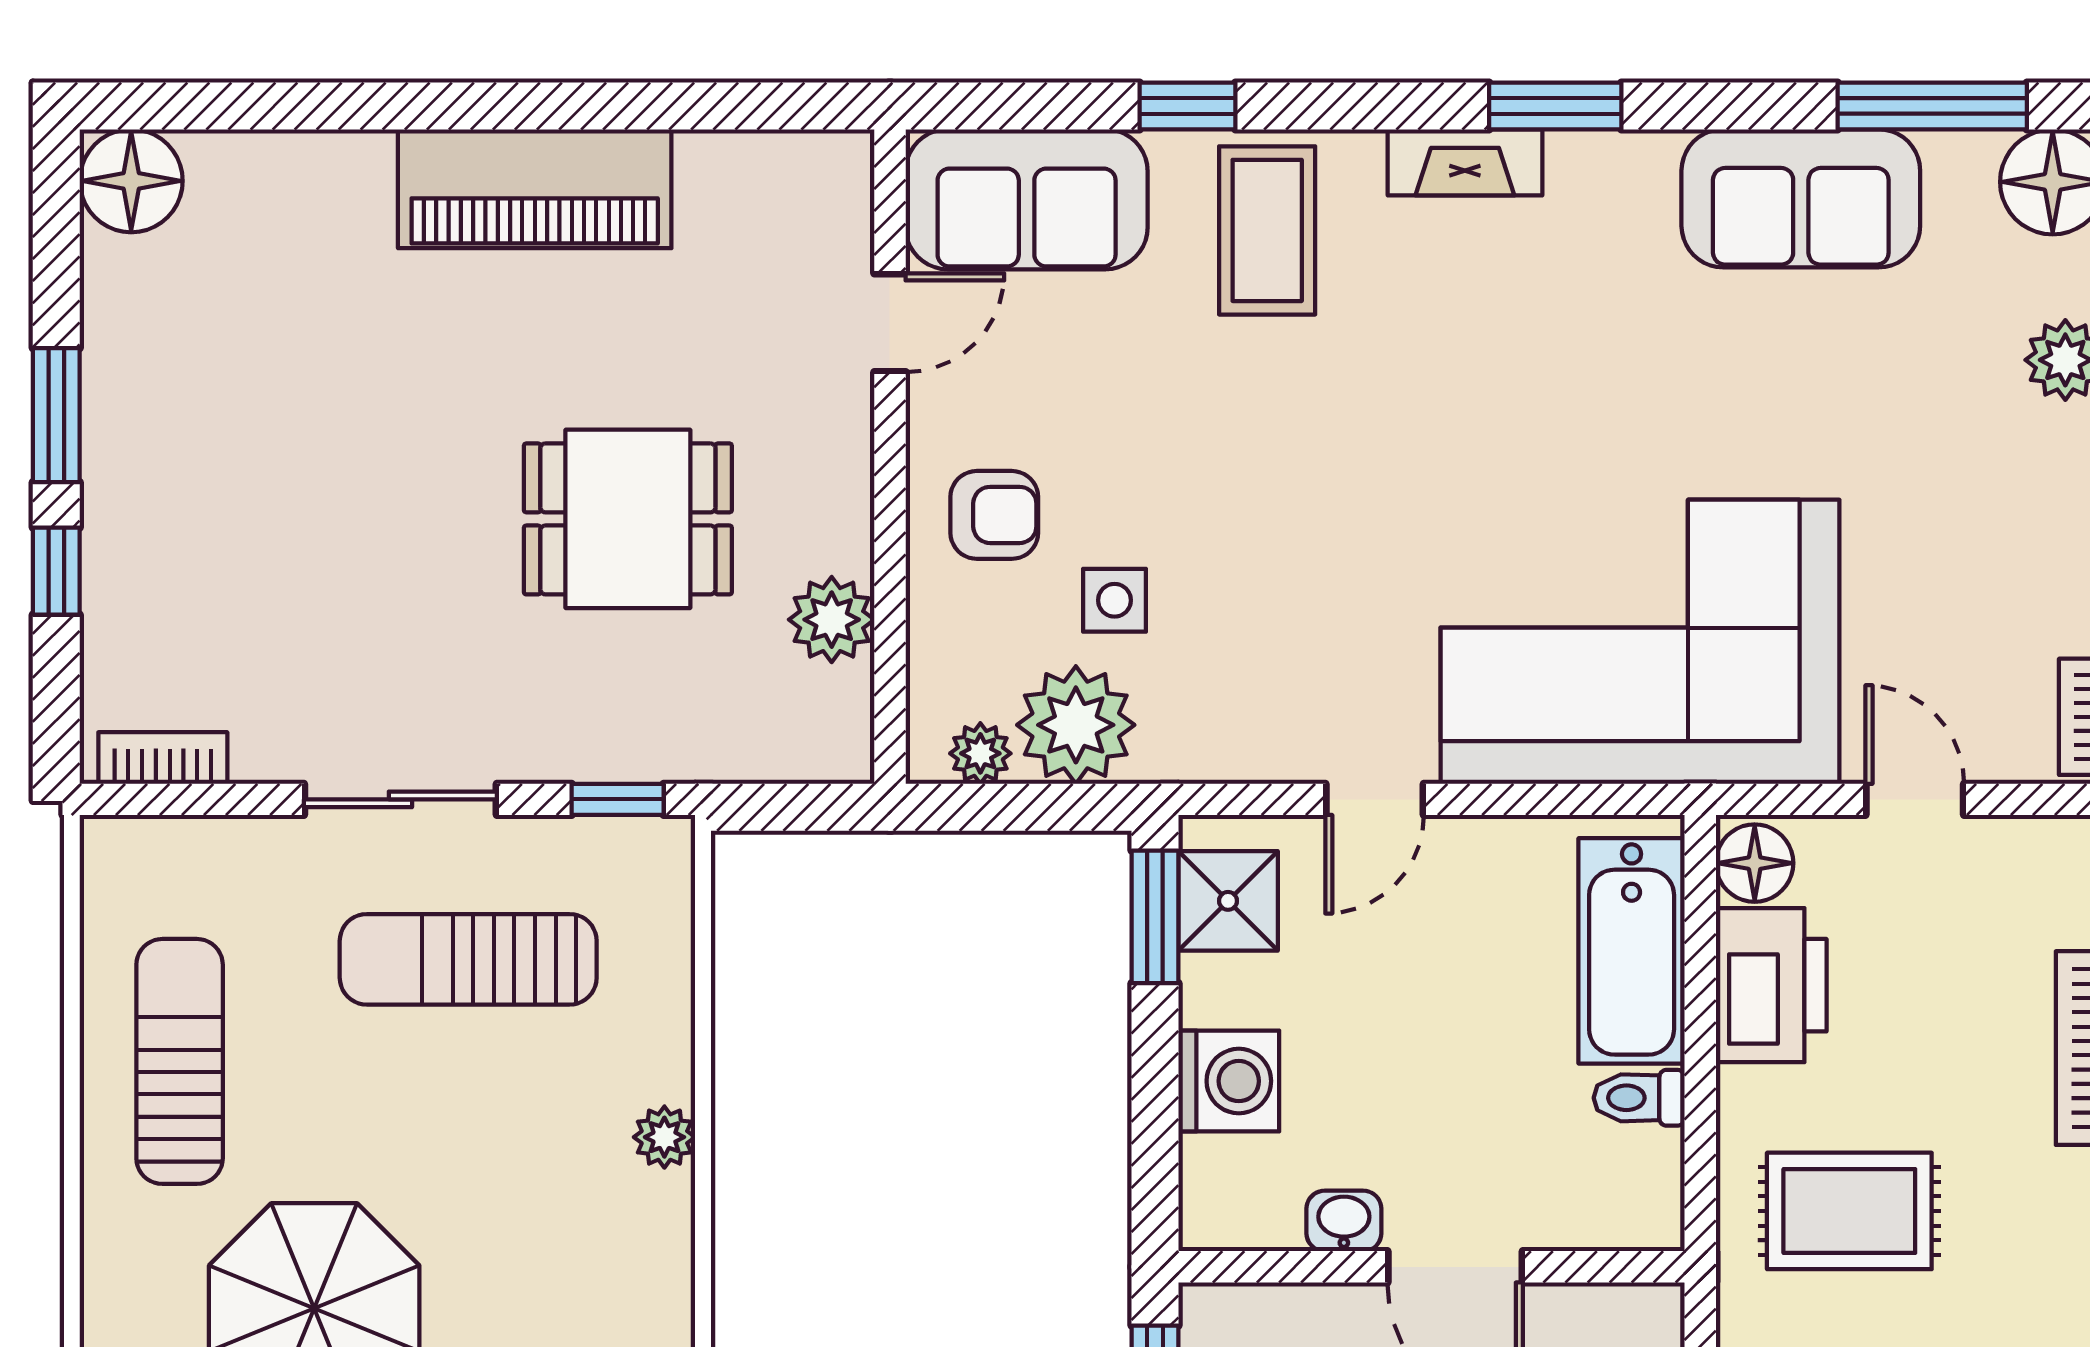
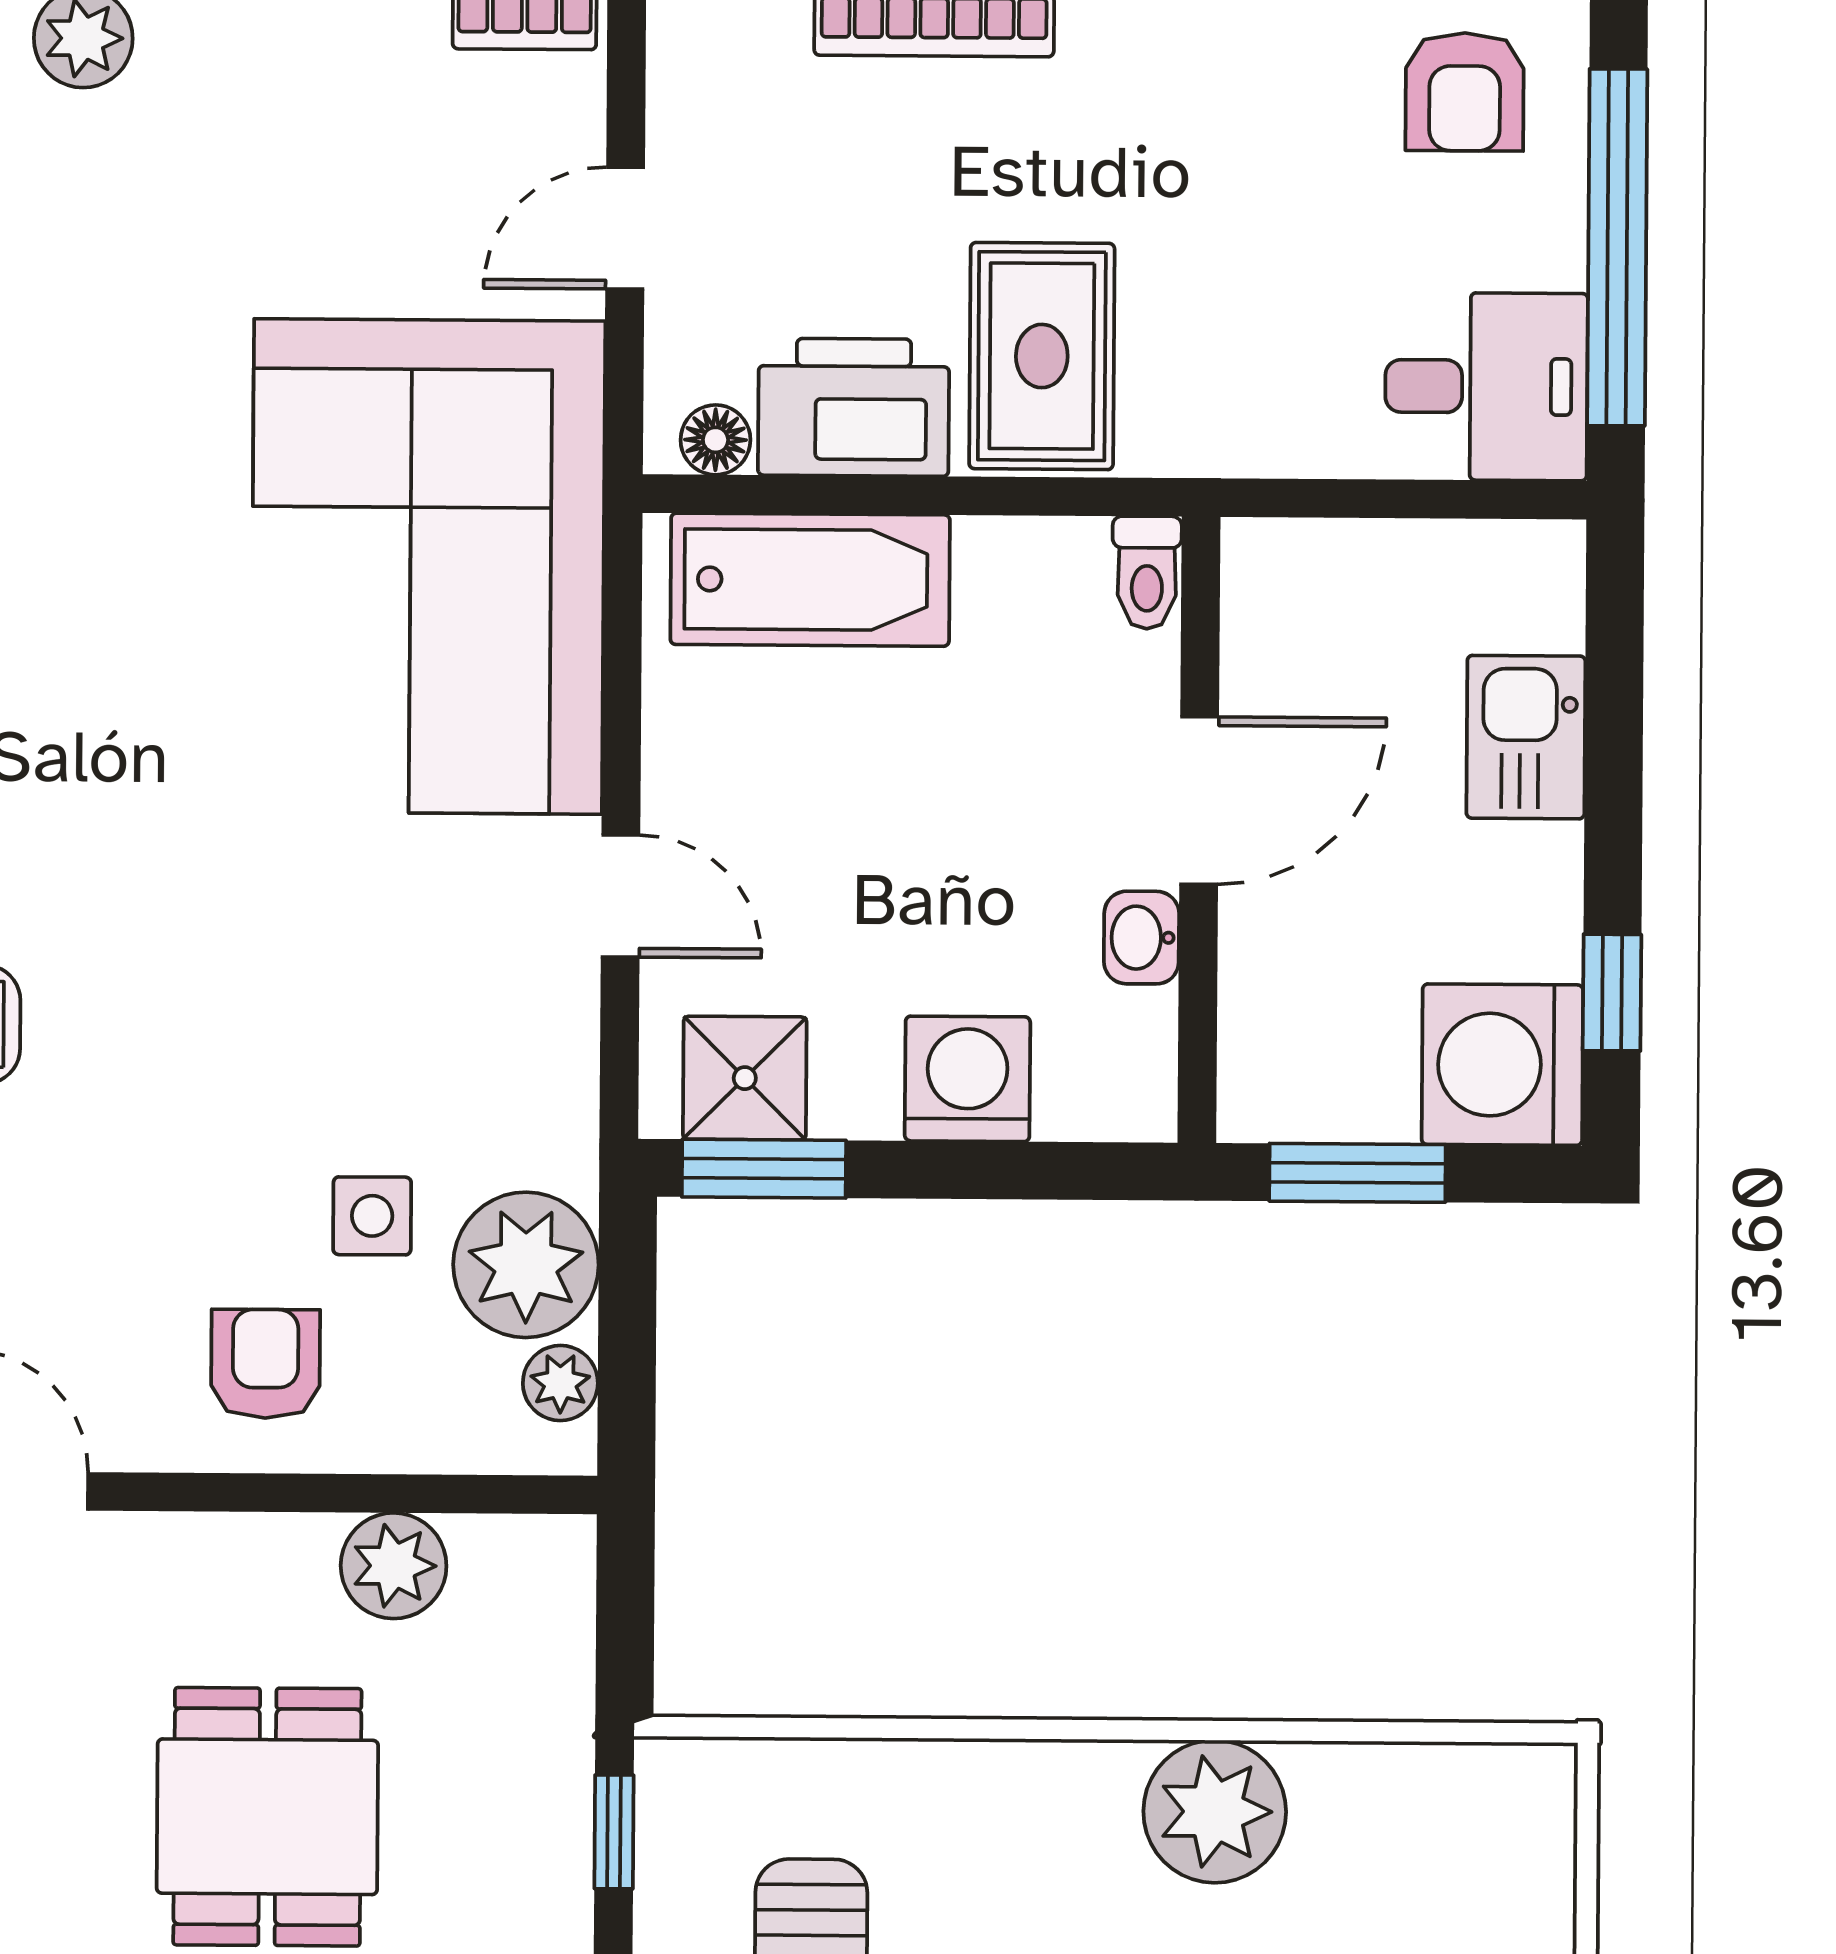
floor lamp: (1755, 863) -> (715, 440), width x0.73, depth x0.73
toilet: (1639, 1098) -> (1147, 573), moved
plant: (664, 1137) -> (1215, 1811), moved, width x1.88, depth x1.88
rug: (1849, 1211) -> (1042, 356), moved

